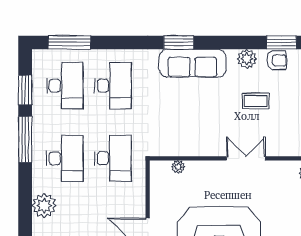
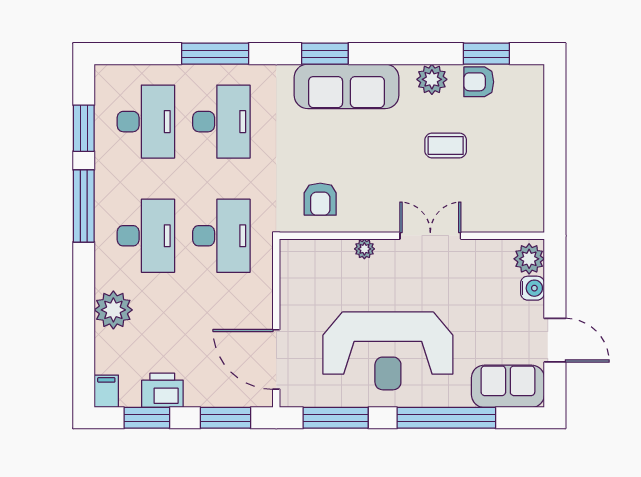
window: (69, 42) -> (215, 54), moved
armchair: (277, 60) -> (479, 82), turned 180
armchair: (176, 135) -> (320, 199), added
plant: (178, 167) -> (364, 249), moved

